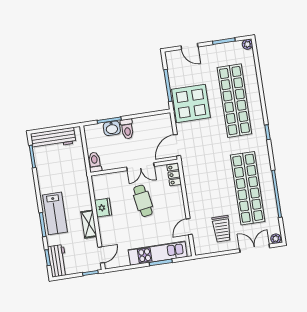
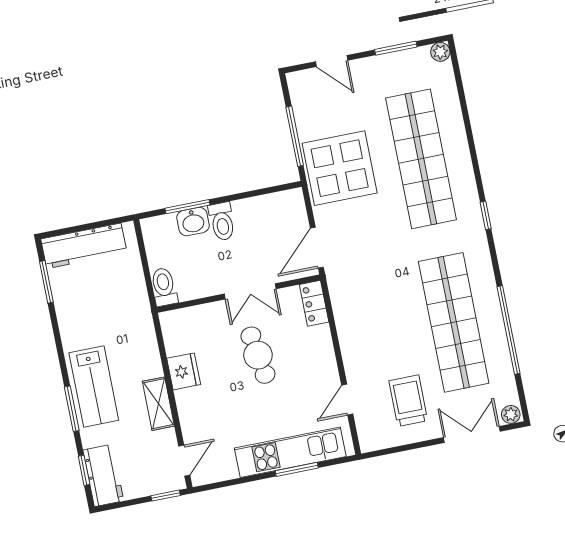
trolley: (222, 229) -> (408, 401), turned 180

